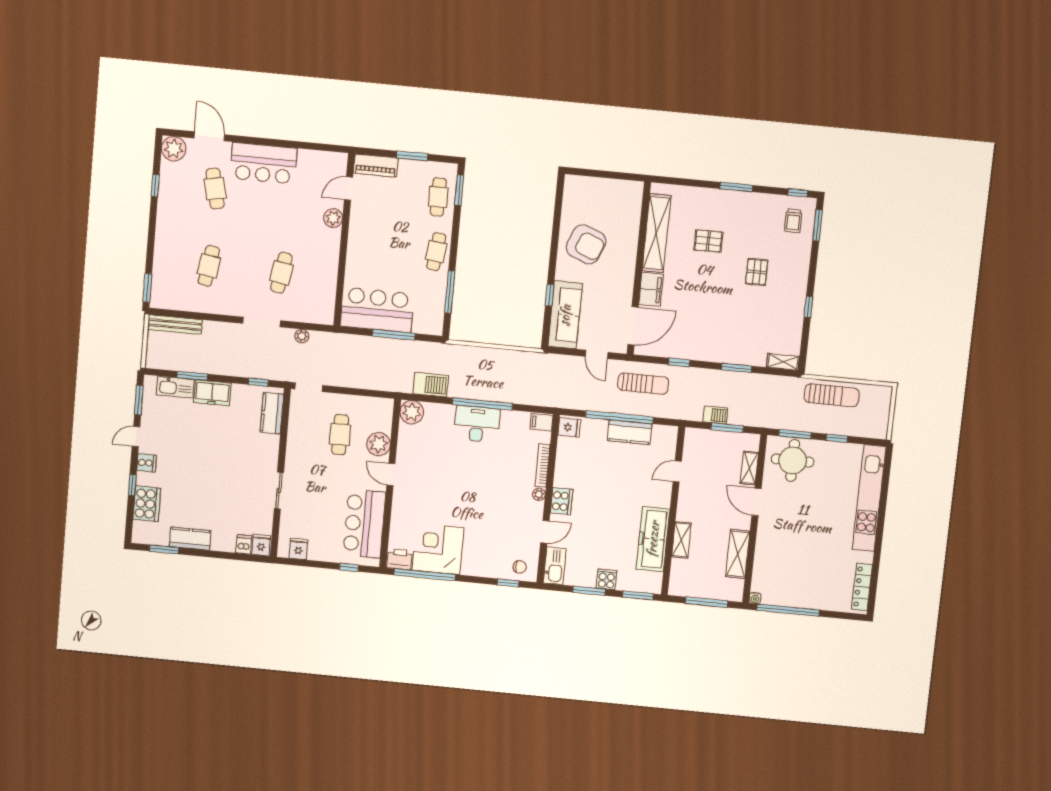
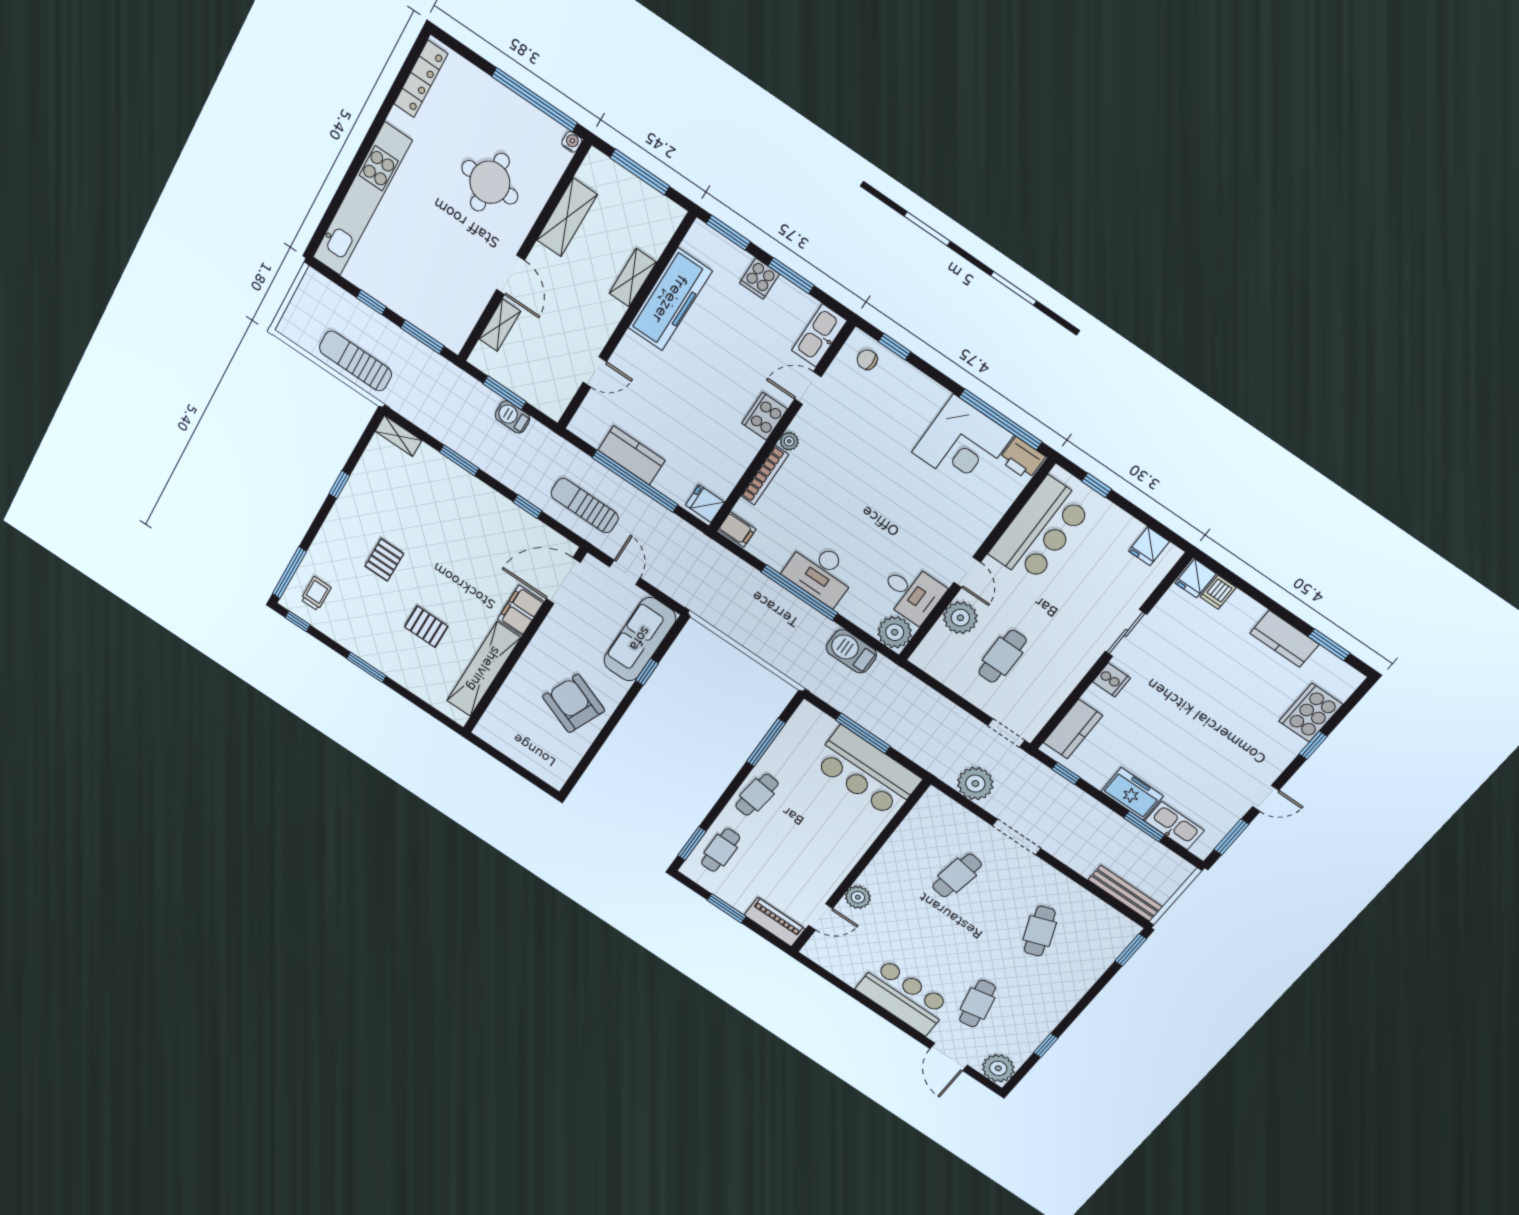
window: (818, 225) -> (289, 573), width x1.44
cafe table: (209, 266) -> (1040, 931), turned -30
plant: (302, 336) -> (975, 784), width x1.87, depth x1.87
desk: (416, 443) -> (912, 593), added
round table: (793, 460) -> (490, 182), moved
cooker: (146, 463) -> (1111, 680), moved, turned 180

